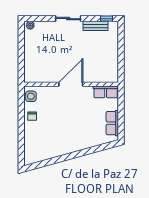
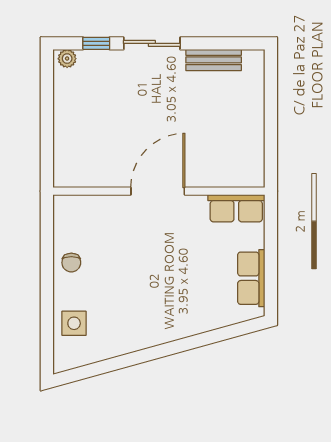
window: (106, 19) -> (96, 43), moved
side table: (31, 96) -> (74, 323), moved

